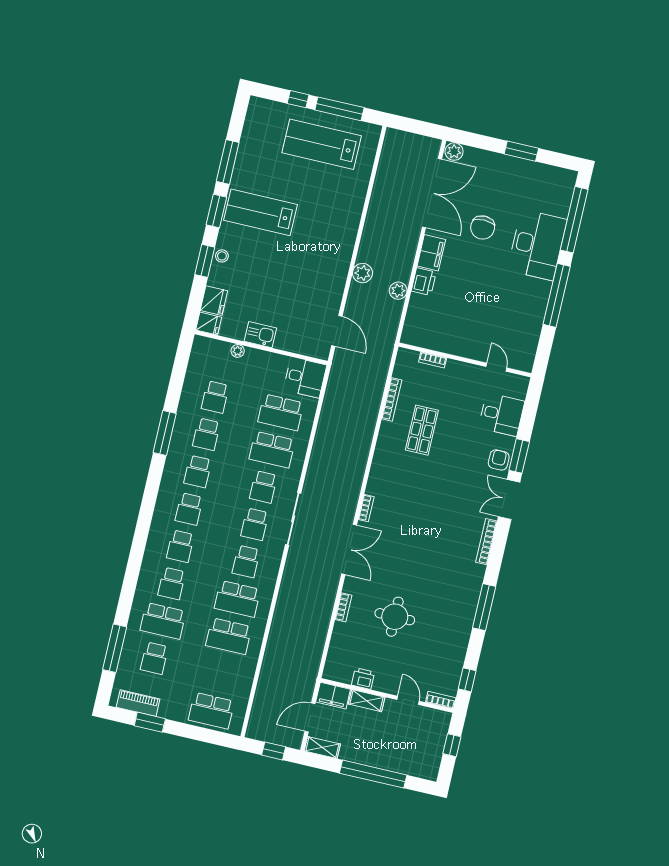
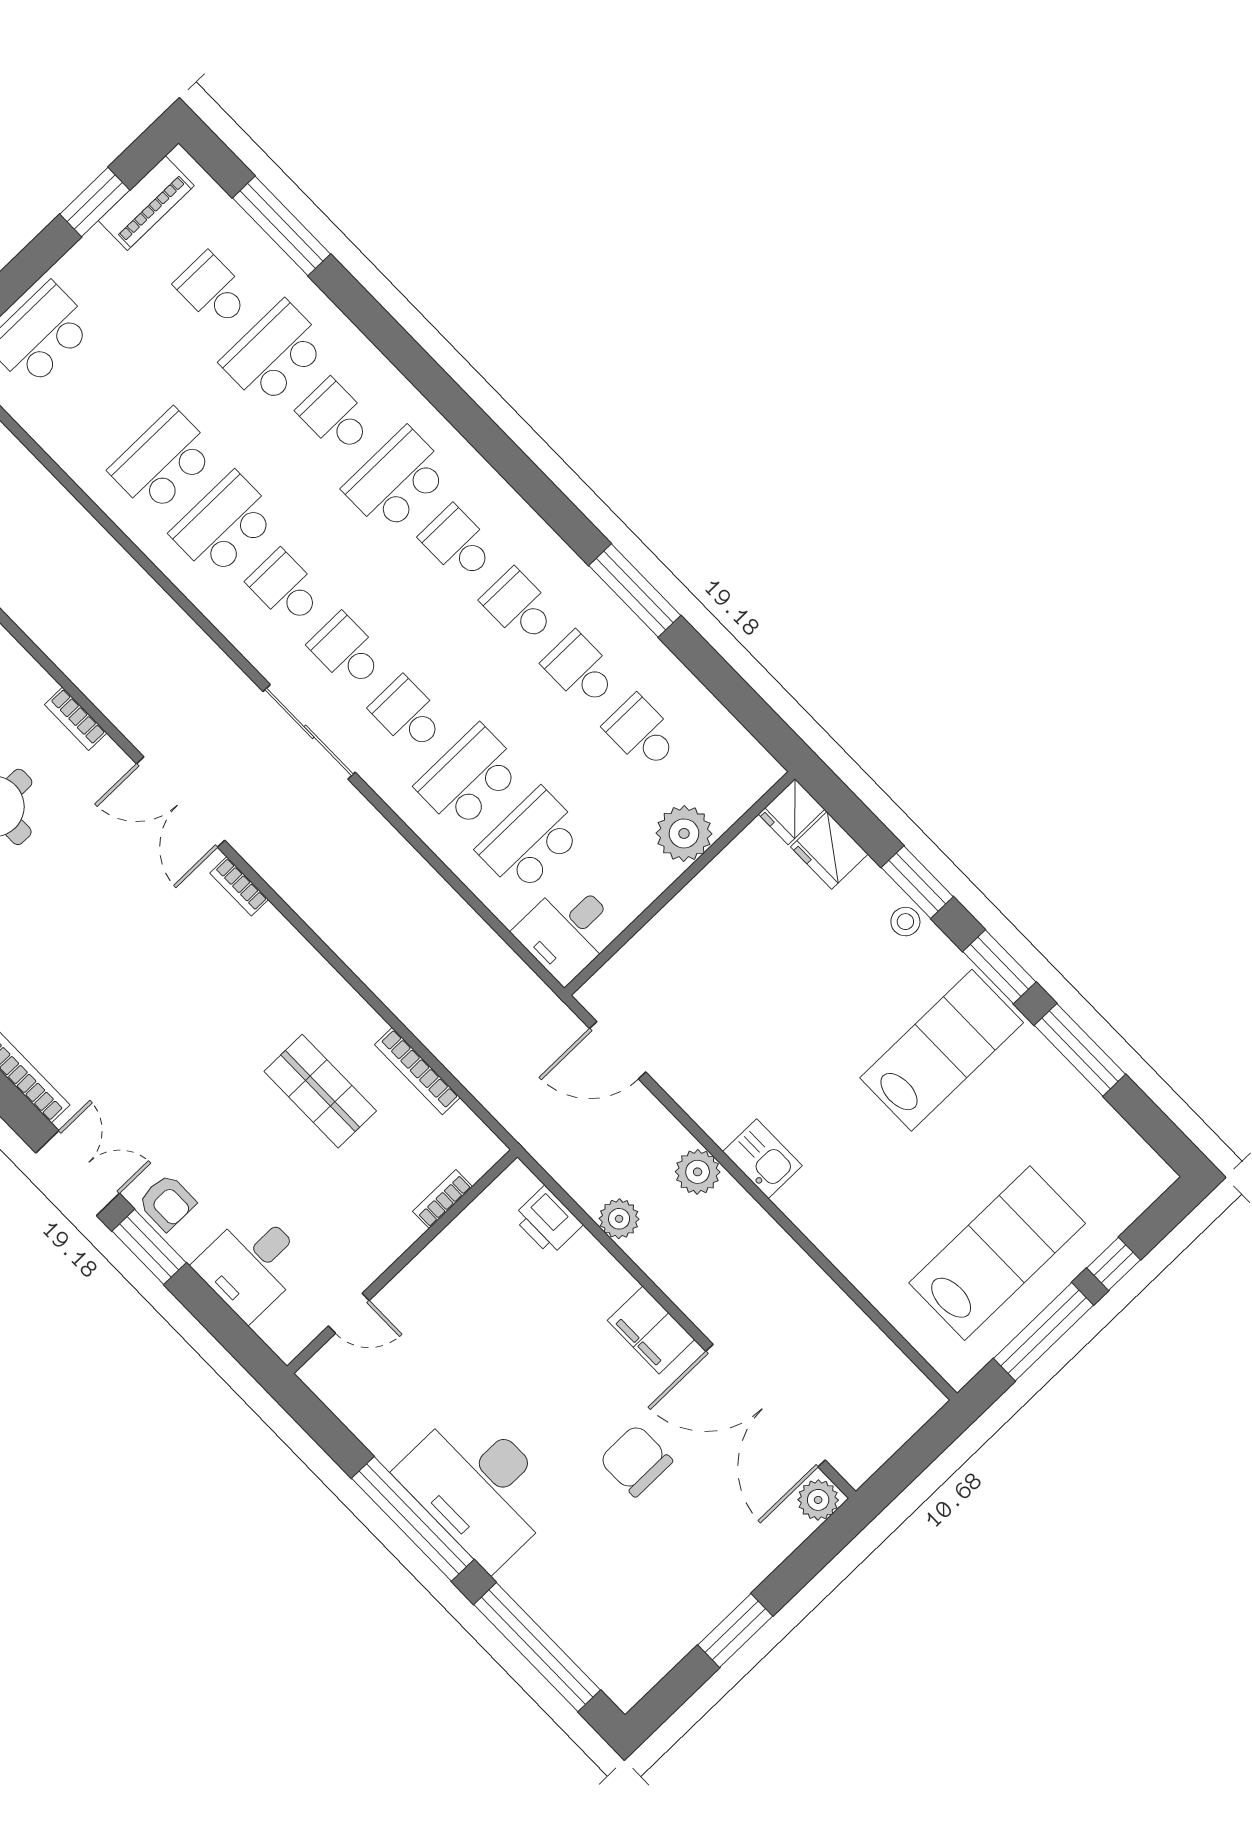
desk: (537, 245) -> (479, 1487), moved
printer: (424, 282) -> (548, 1221), moved
kitchen sink: (260, 335) -> (762, 1159), moved, turned -90
plant: (238, 351) -> (684, 833), width x1.88, depth x1.88
school desk: (180, 546) -> (397, 480), width x1.85

